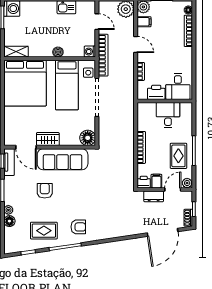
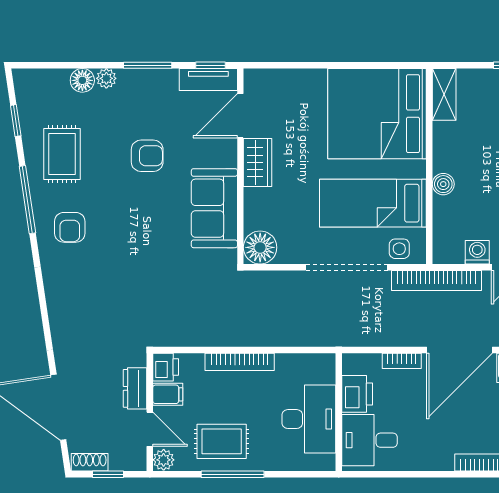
door: (136, 44) -> (459, 350), width x1.88
washing machine: (90, 52) -> (477, 252), moved
desk: (168, 115) -> (309, 419), width x1.37
sofa: (63, 159) -> (214, 208), width x0.73

